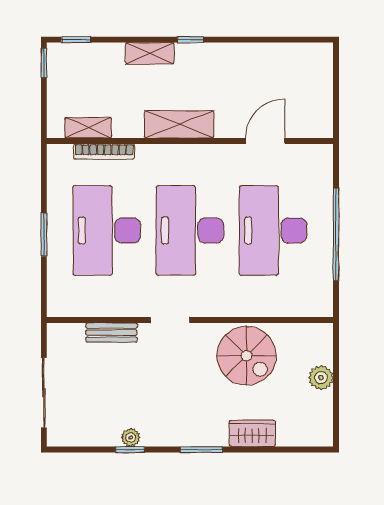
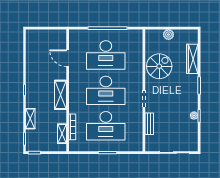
shelving: (150, 53) -> (30, 119), moved
wardrobe: (252, 433) -> (192, 59), width x1.50

